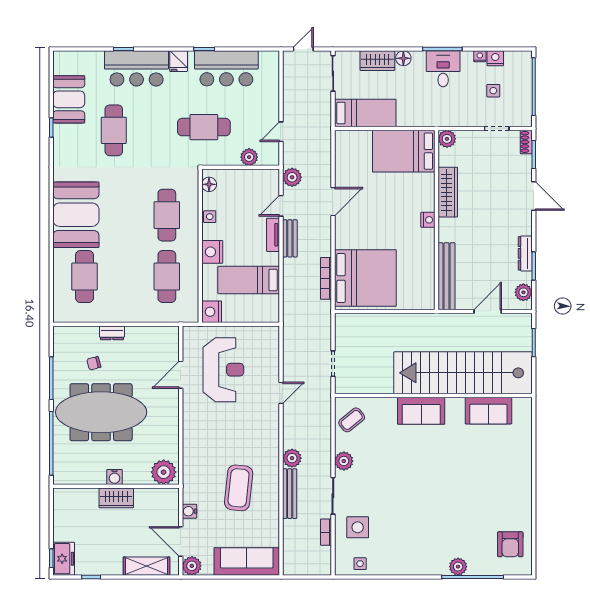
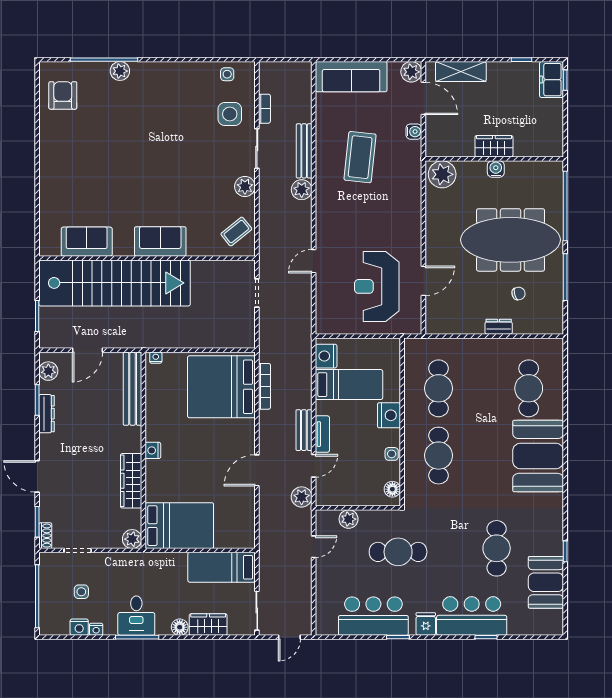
nightstand: (425, 305) -> (156, 358), added
nightstand: (212, 312) -> (326, 356), moved, turned 180

